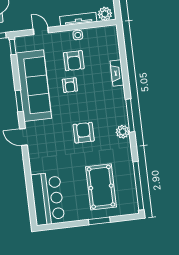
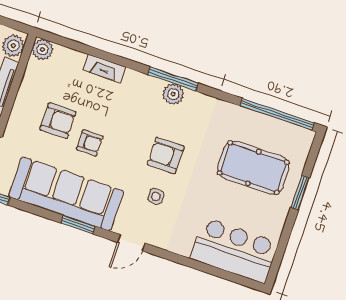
plant: (111, 32) -> (43, 49), added
side table: (78, 35) -> (156, 196), moved
plant: (123, 132) -> (173, 94), moved

